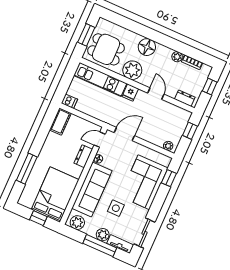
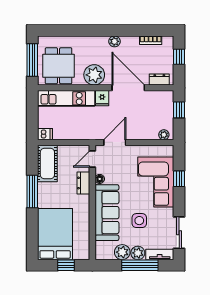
window: (86, 35) -> (32, 60), width x1.44
floor lamp: (147, 47) -> (98, 45), removed
dining table: (106, 49) -> (59, 66), turned 90
plant: (177, 57) -> (115, 41), moved
door: (156, 94) -> (128, 88), width x1.87
cot: (60, 122) -> (47, 164), width x1.37, depth x1.34
window: (27, 169) -> (32, 191), moved
window: (169, 178) -> (179, 179), moved
bed: (55, 195) -> (55, 234), moved
plant: (77, 223) -> (122, 252), moved

